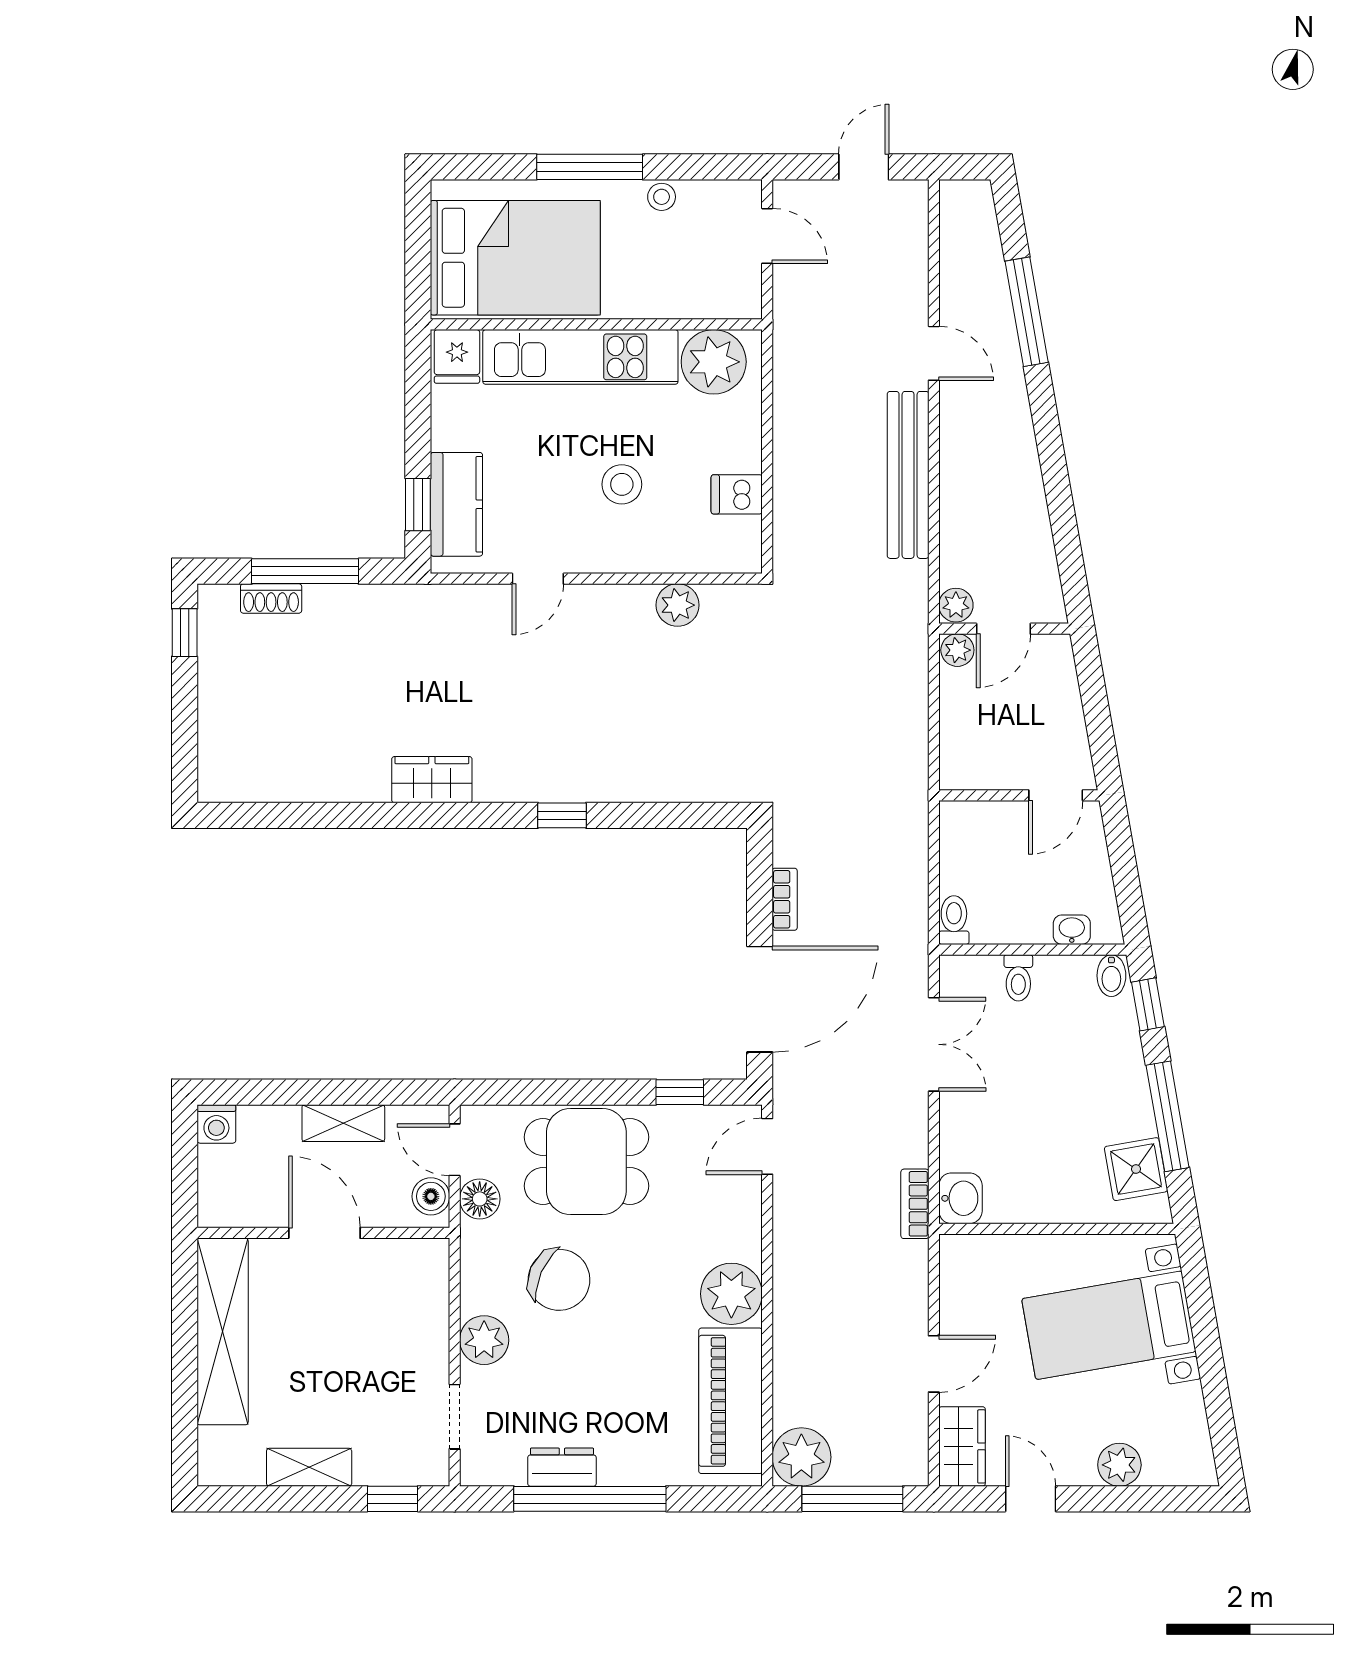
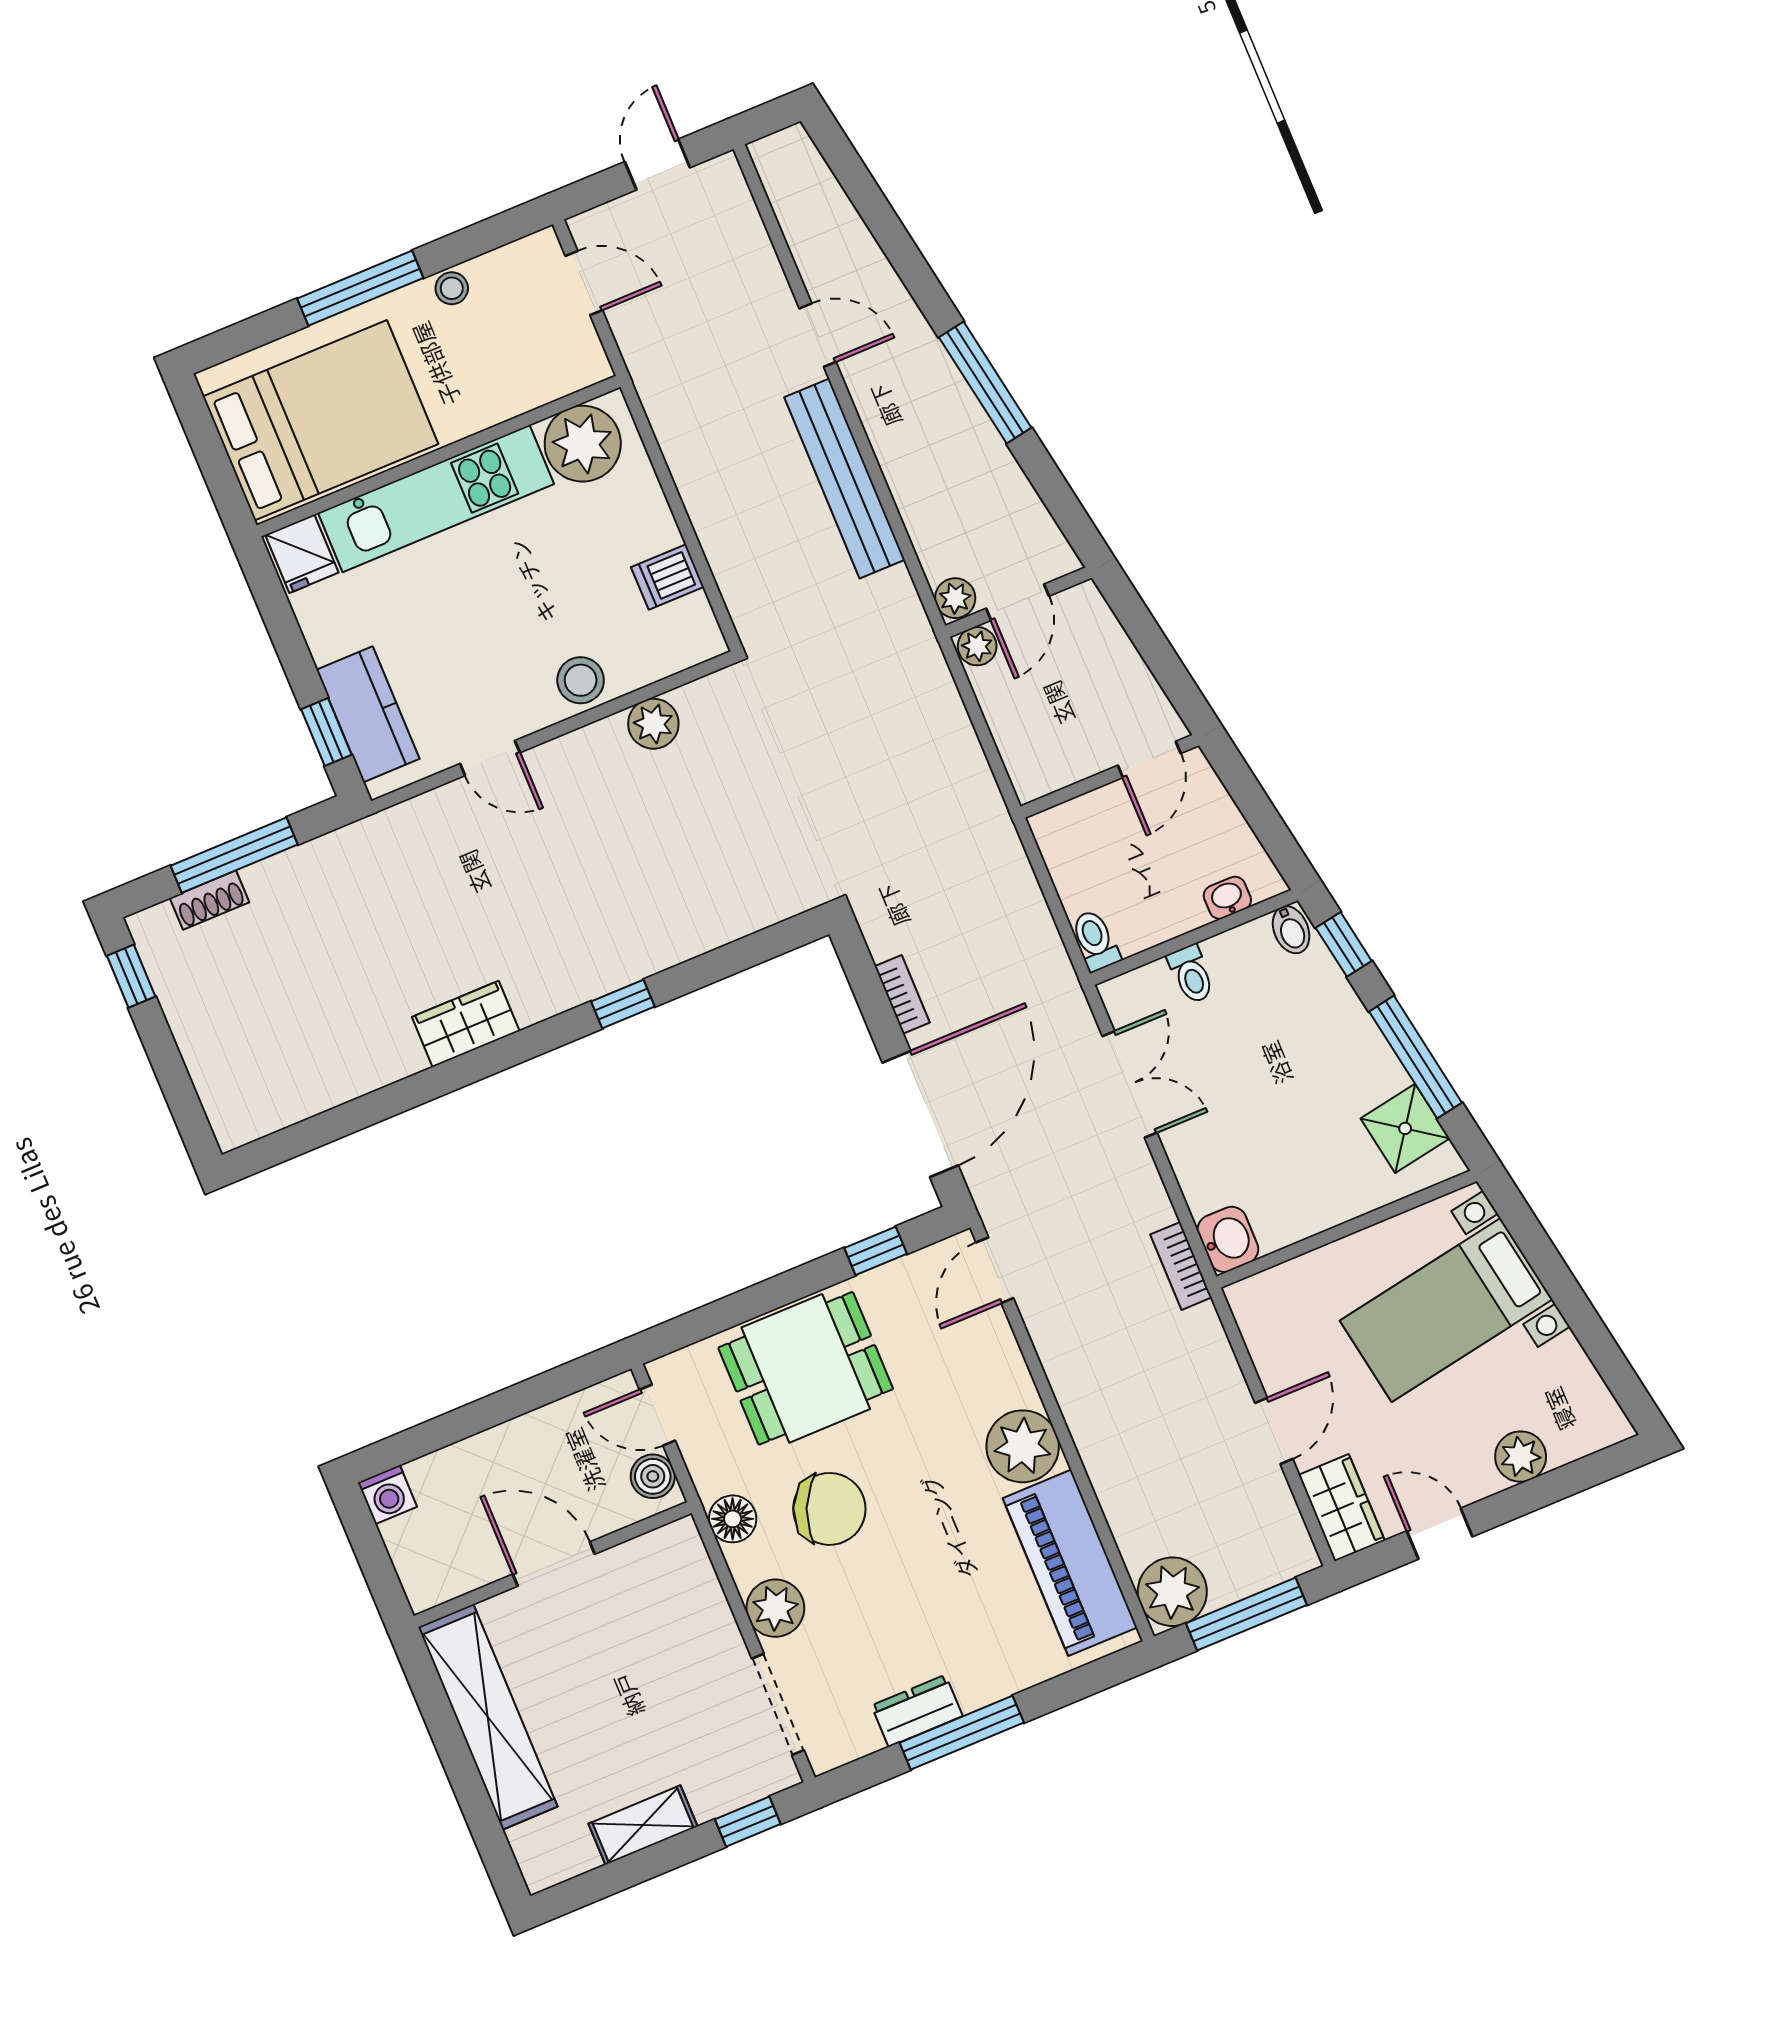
window: (1027, 312) -> (985, 383), moved
stool: (622, 484) -> (581, 680), moved
door: (538, 579) -> (490, 758), hinge flipped
shelving: (343, 1123) -> (525, 1436), removed
floor lamp: (480, 1199) -> (733, 1519), moved
doorway: (455, 1417) -> (778, 1704), width x1.38
window: (590, 1499) -> (962, 1733), width x0.68

